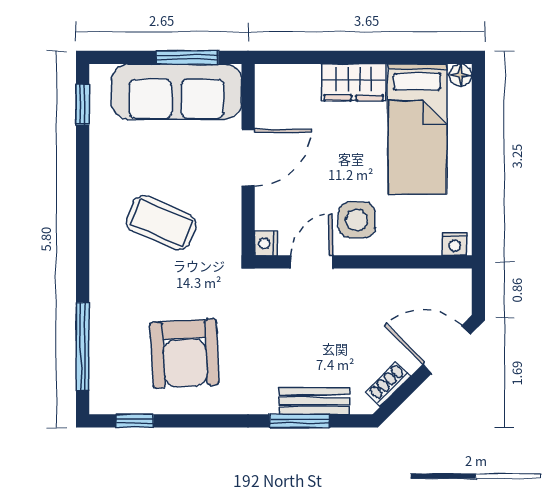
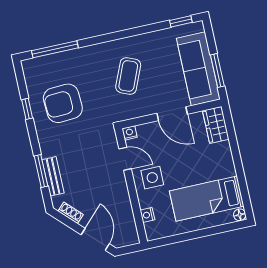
wardrobe: (354, 82) -> (216, 125), moved
nightstand: (455, 244) -> (147, 215), moved
window: (135, 421) -> (27, 109), moved

